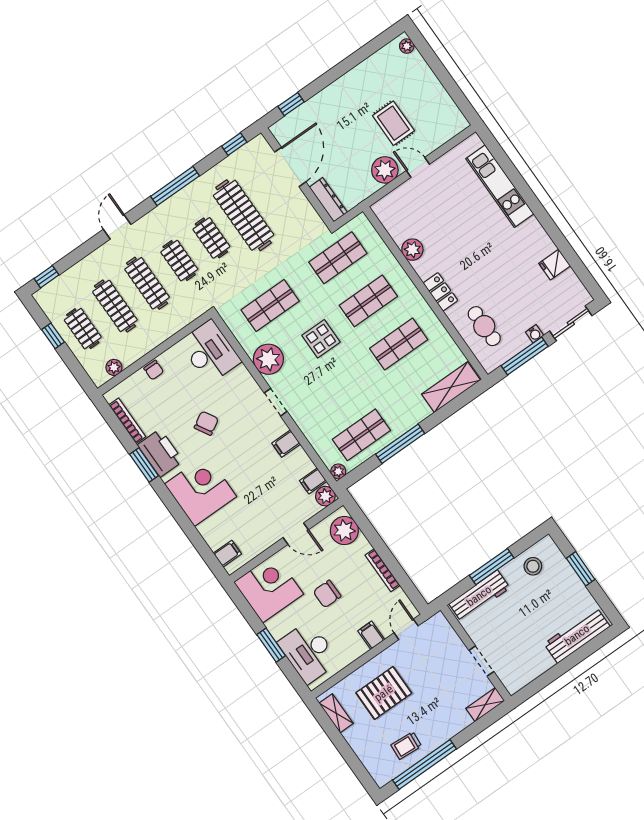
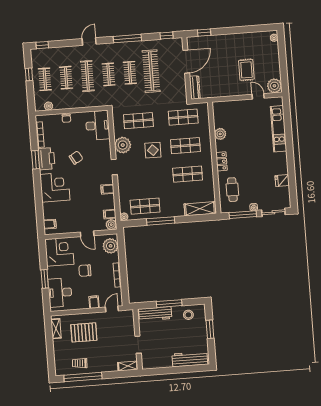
door: (418, 167) -> (258, 96), moved
plant: (385, 170) -> (274, 86), moved
clothes rail: (115, 306) -> (66, 78), width x0.73

